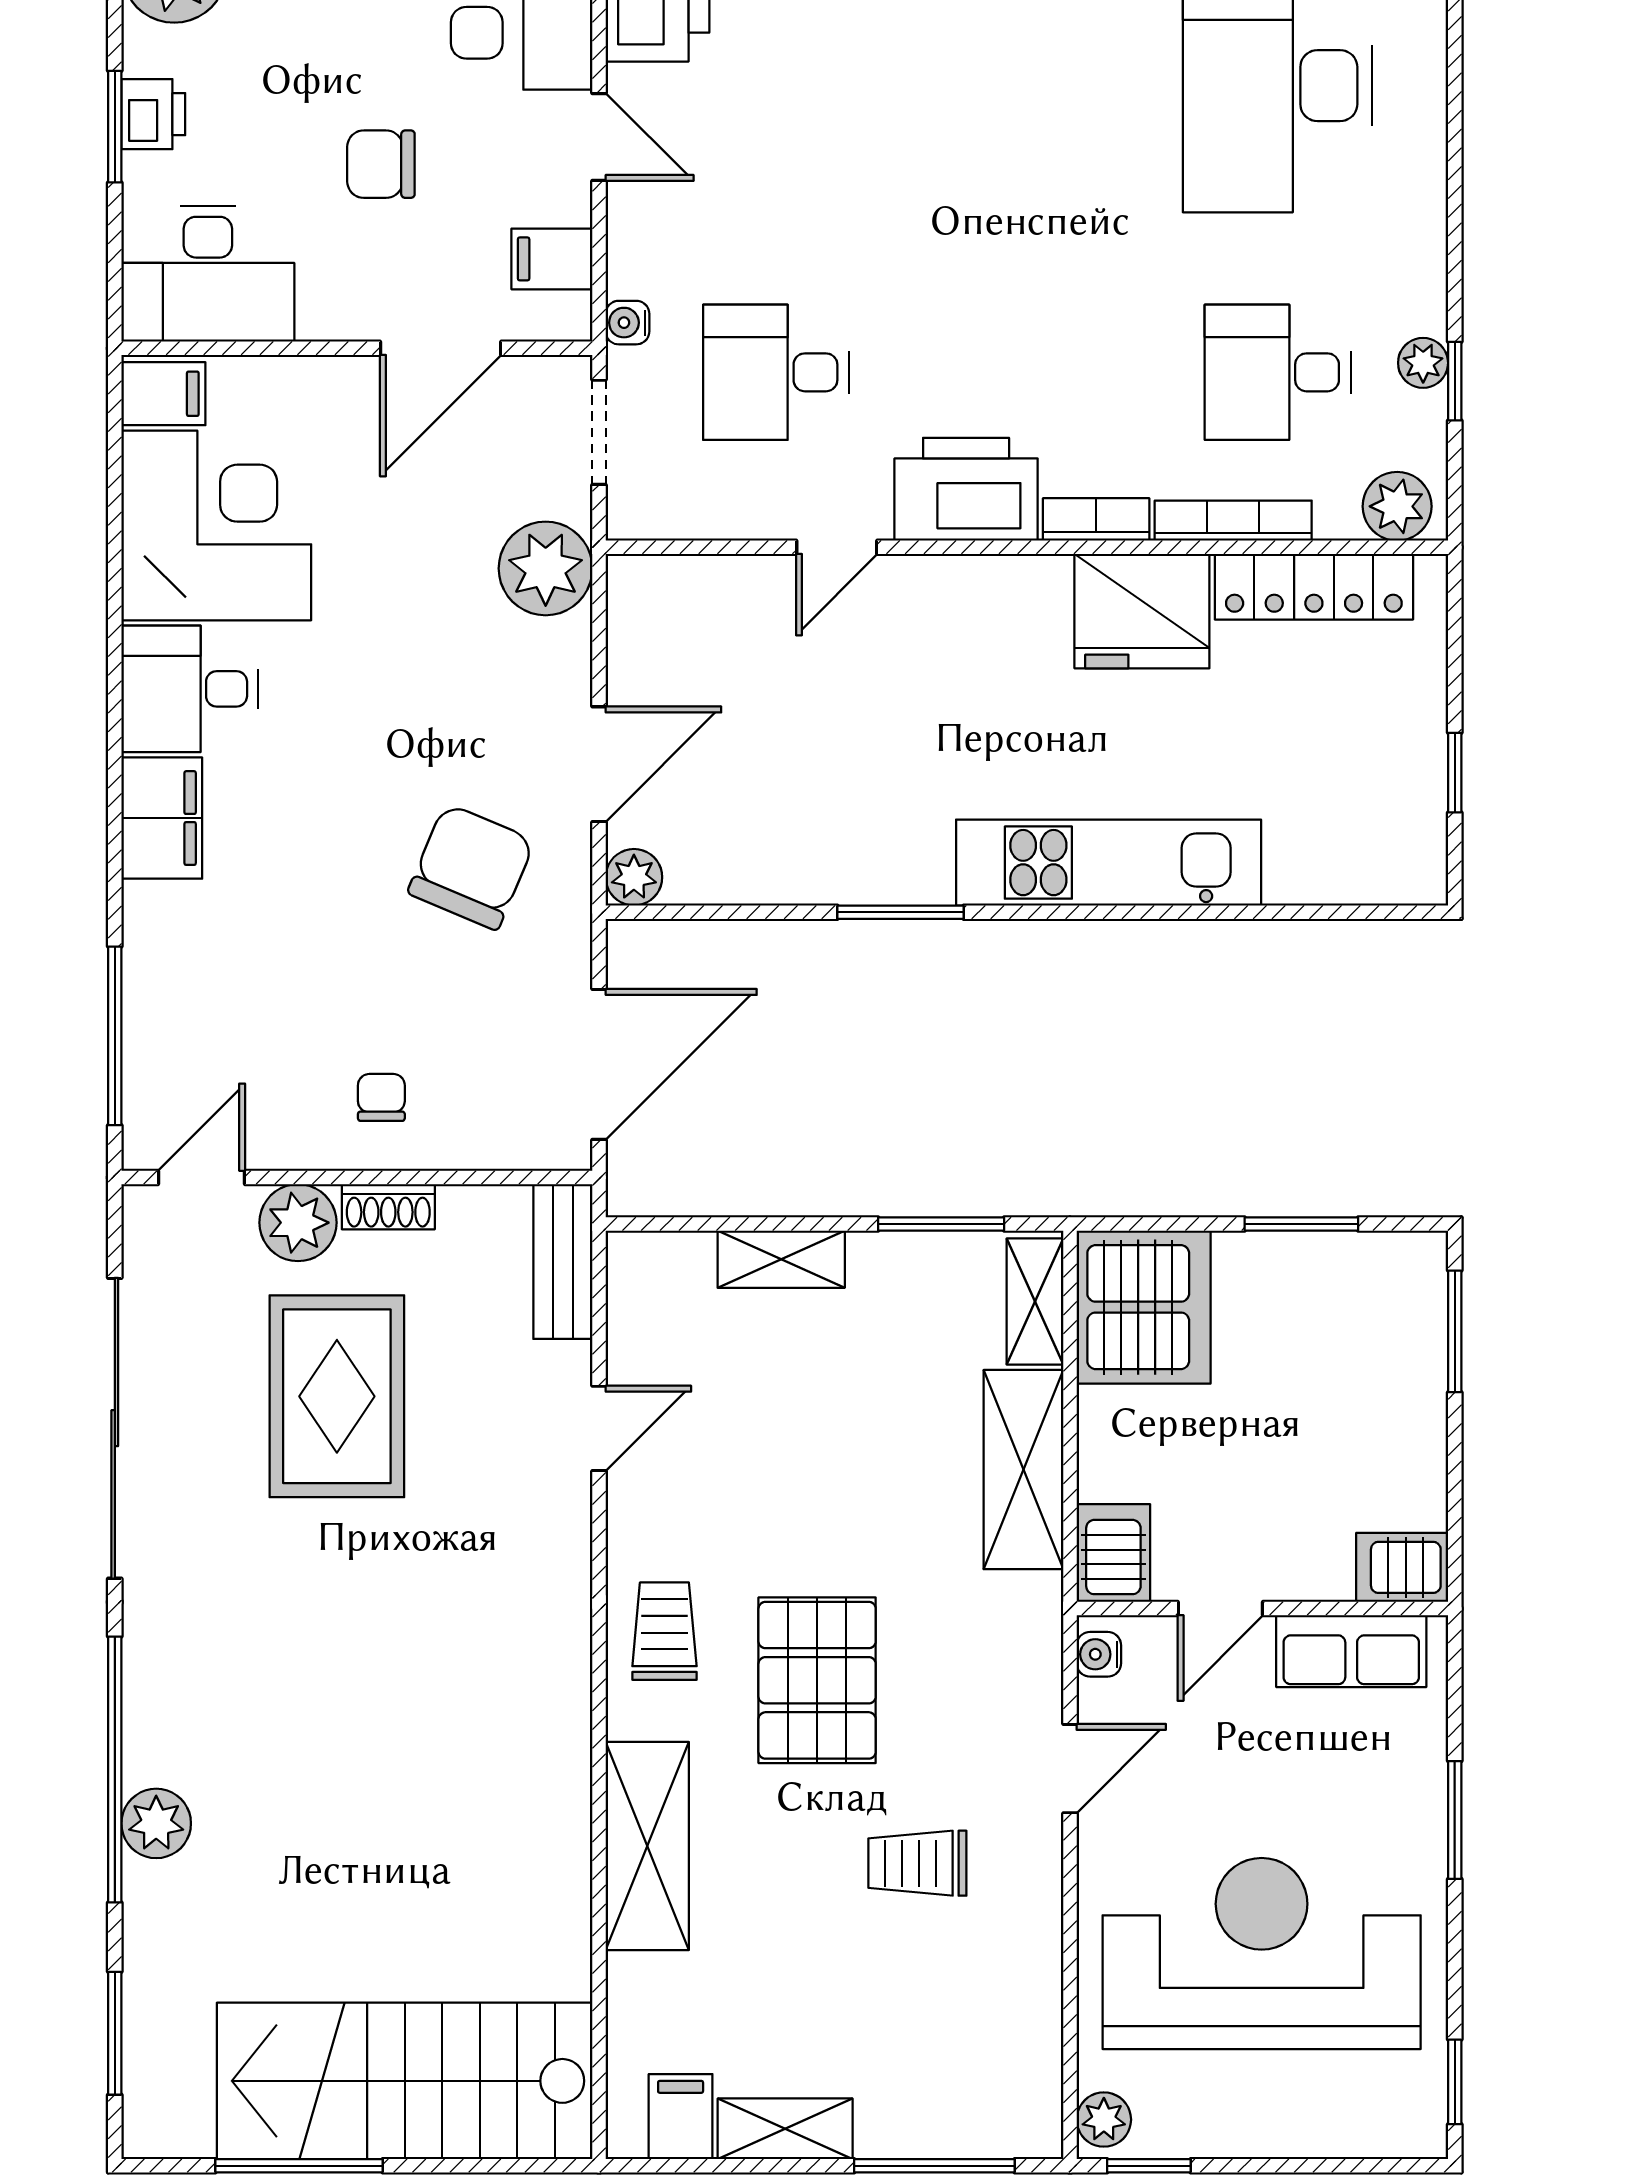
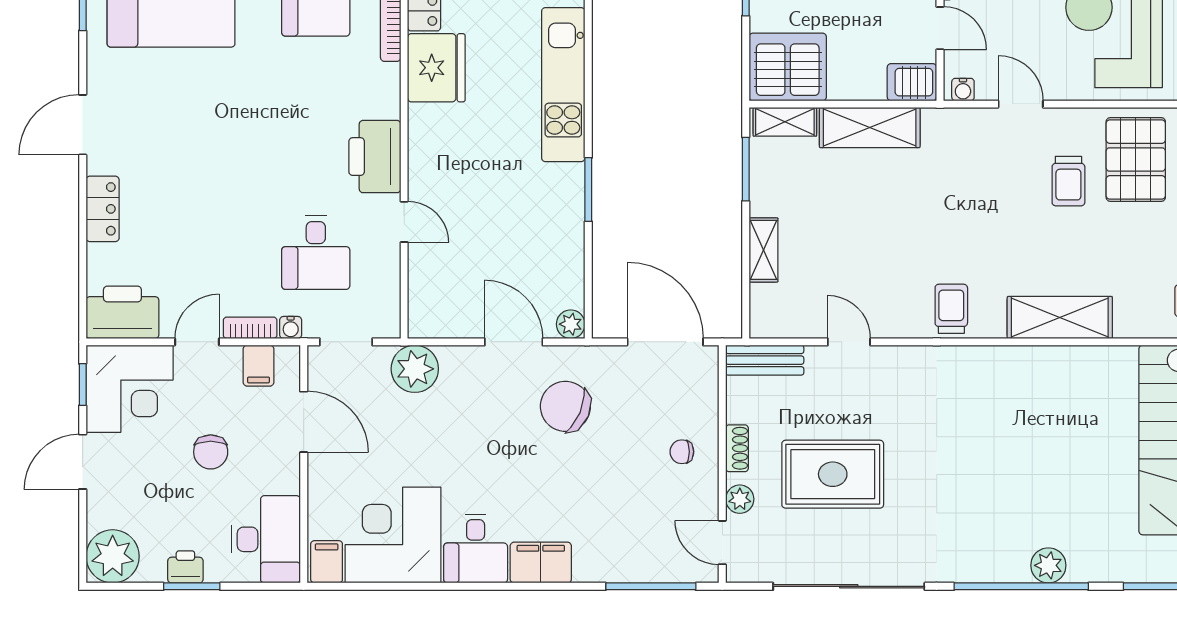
bookcase: (1096, 519) -> (250, 328), moved, turned 90
plant: (298, 1223) -> (740, 499), width x0.73, depth x0.73
trolley: (664, 1631) -> (951, 309), turned 90
pallet: (817, 1680) -> (1136, 159), moved, turned 90

